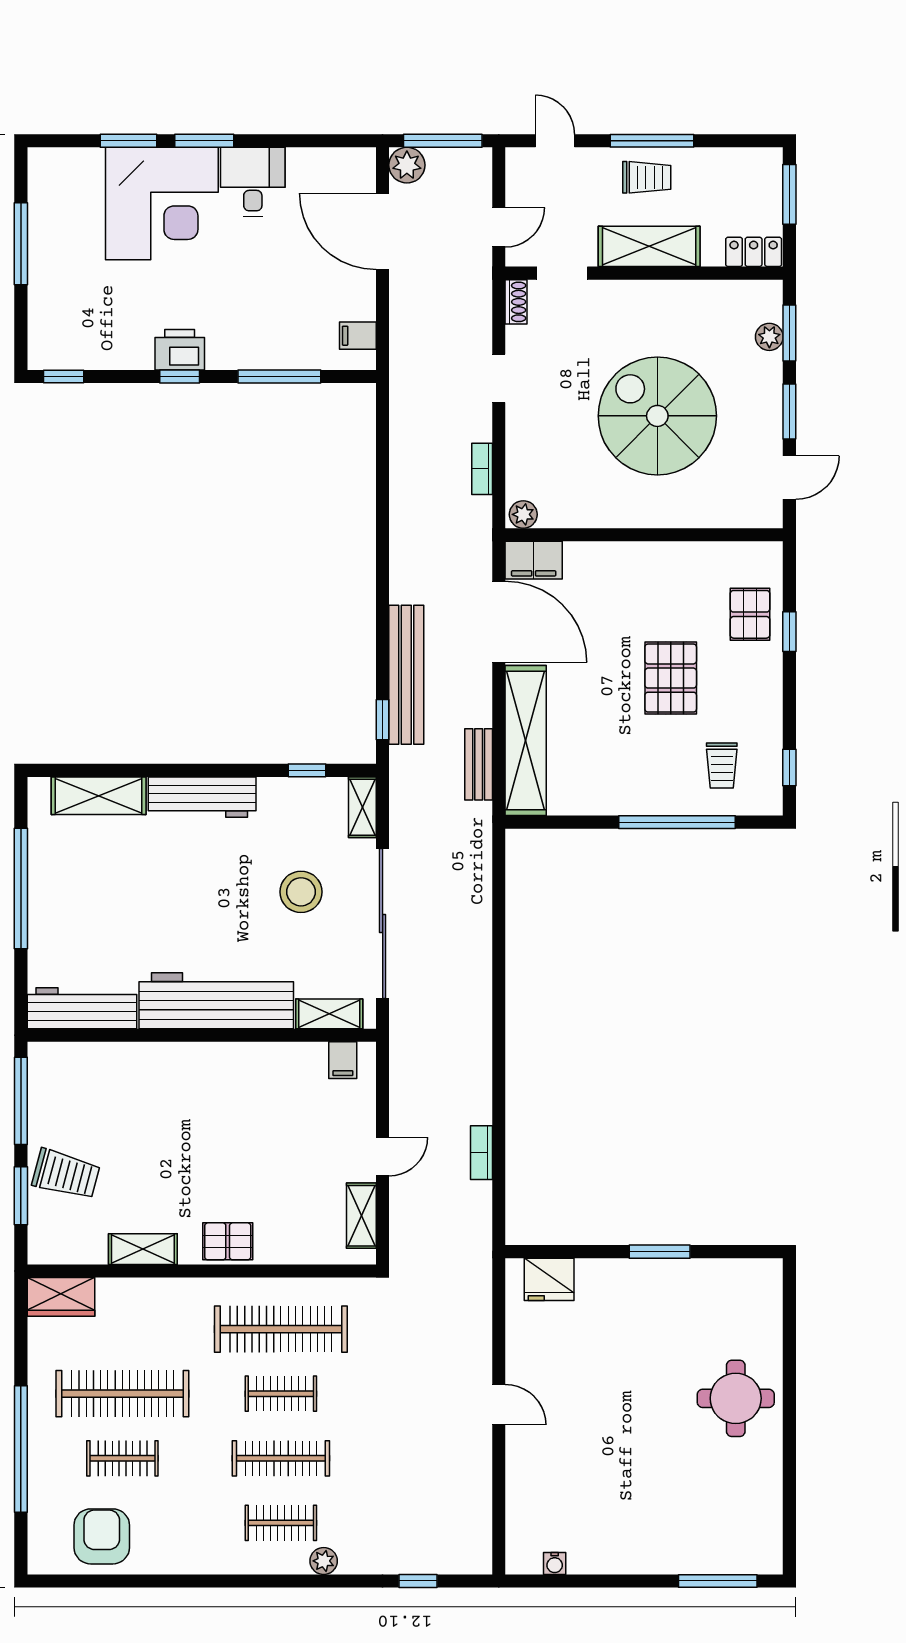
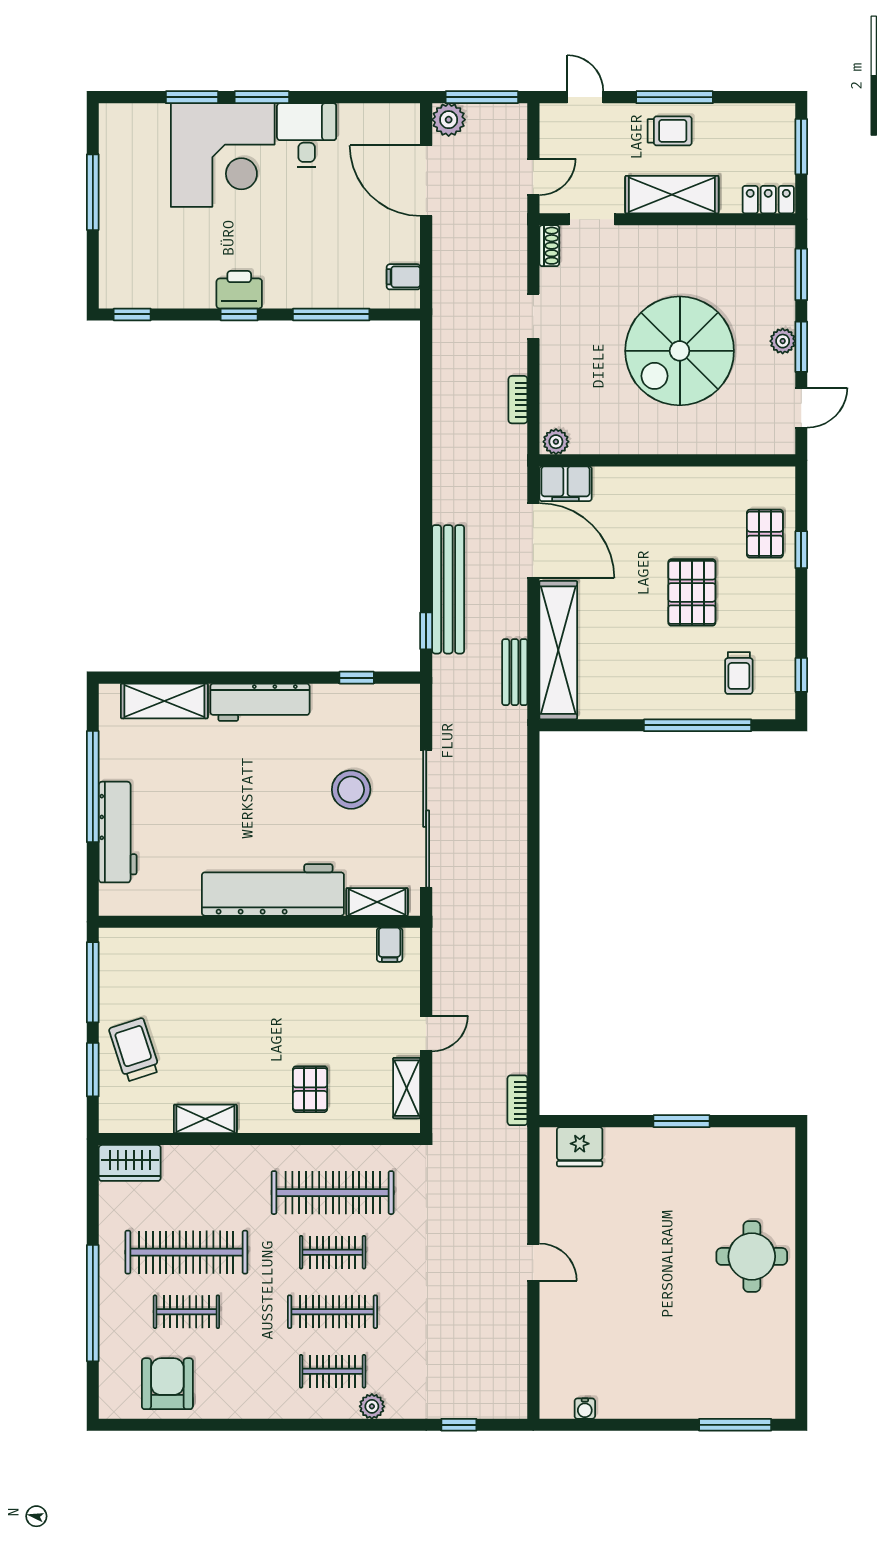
plant: (769, 337) -> (783, 341), moved
spiral stairs: (657, 416) -> (680, 351), turned -90
shelving: (362, 807) -> (408, 712), removed
workbench: (82, 1008) -> (118, 832), moved, turned 90
bookcase: (482, 1153) -> (517, 1100), moved
trolley: (66, 1174) -> (134, 1050), turned -123
pallet: (228, 1241) -> (310, 1089), moved, turned 90

